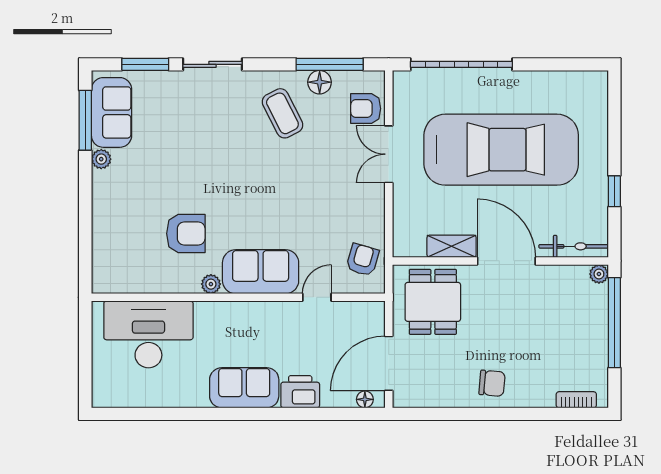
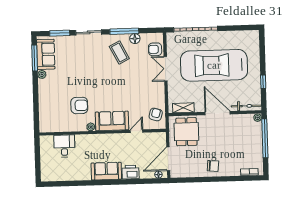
window: (330, 64) -> (124, 31), moved
car: (501, 150) -> (214, 65), turned 180
shelving: (452, 246) -> (183, 108), moved
desk: (148, 334) -> (64, 146), width x0.53, depth x0.77

